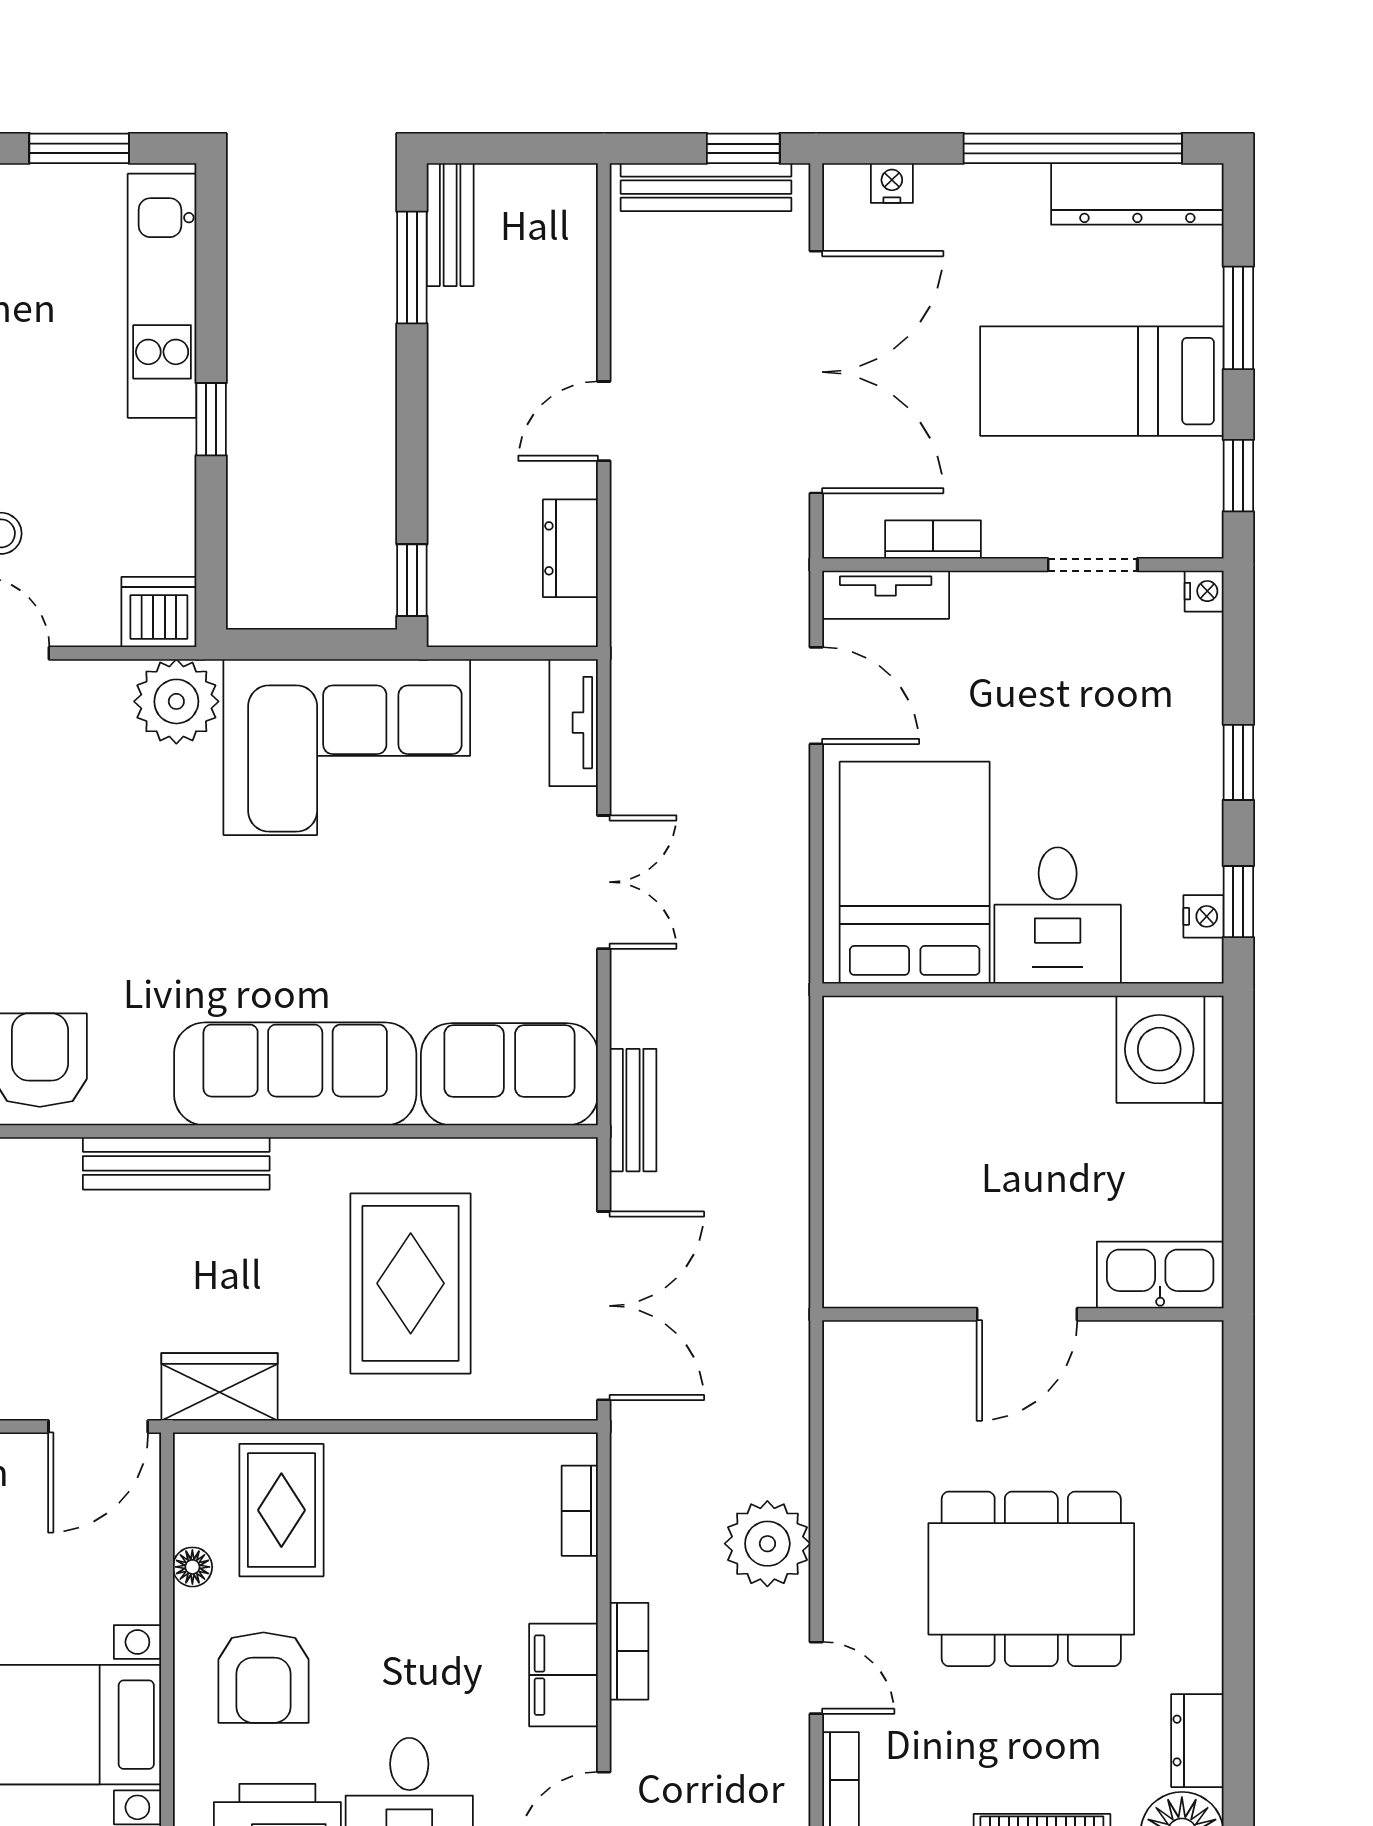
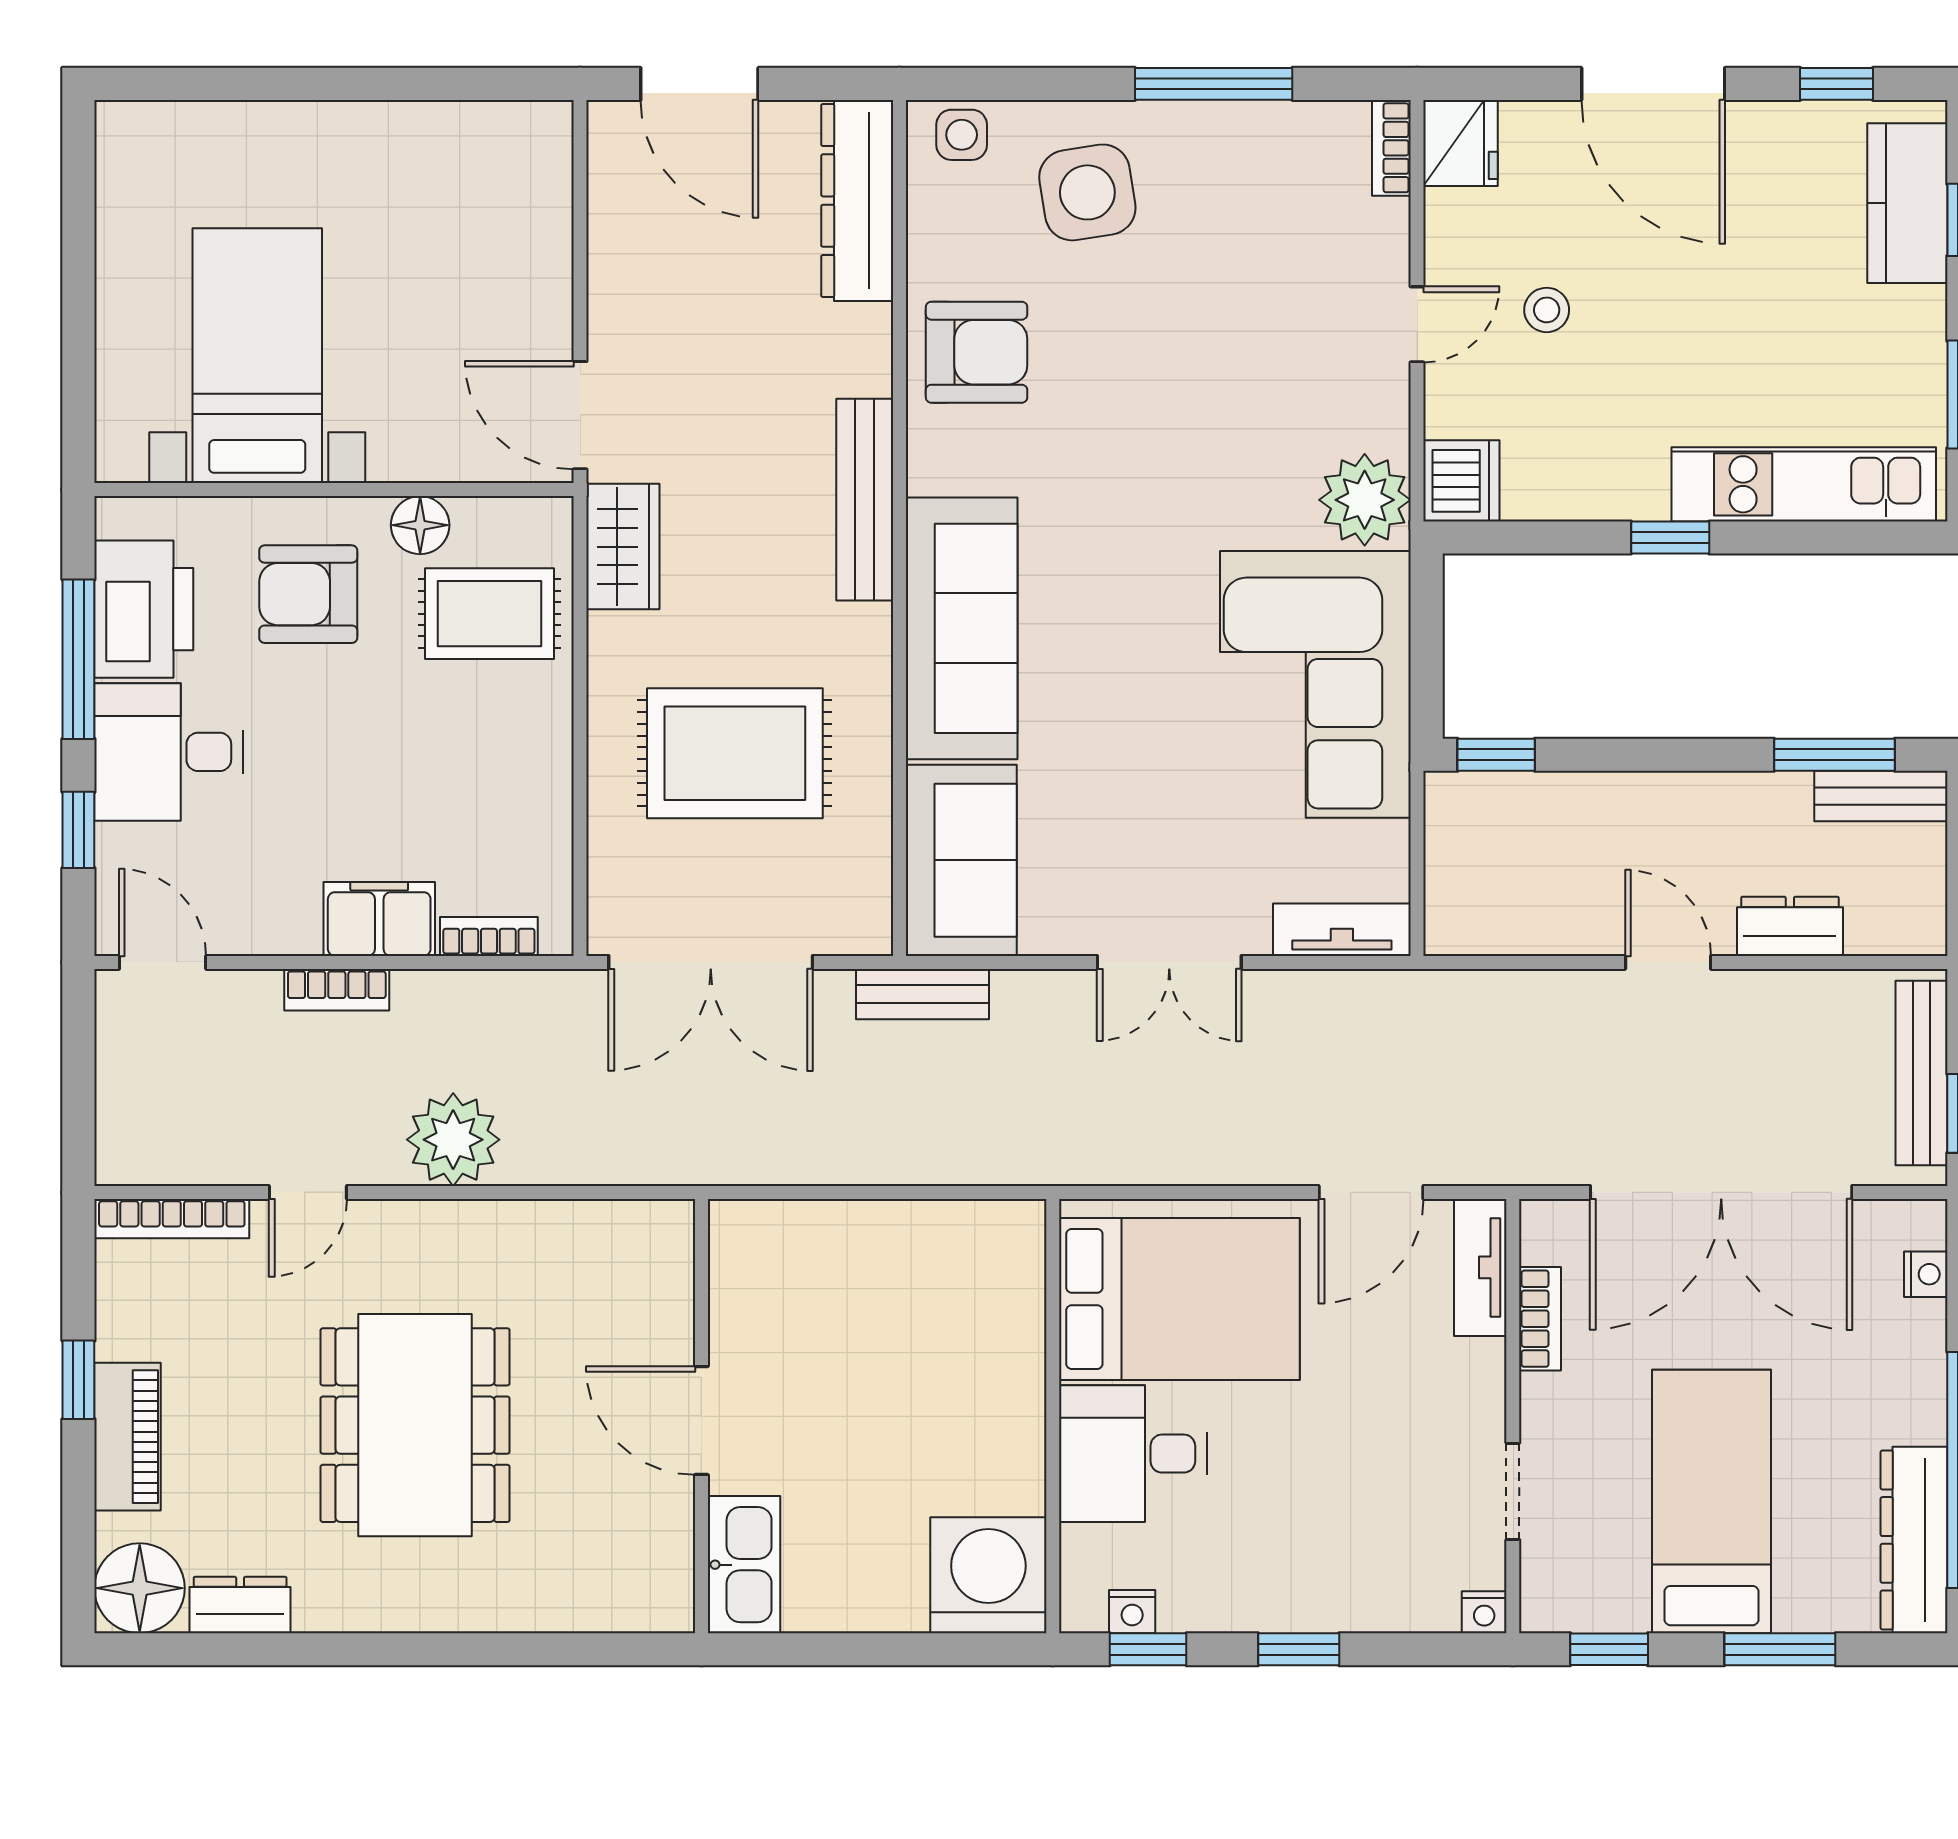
dresser: (570, 548) -> (1790, 926), moved
floor lamp: (192, 1567) -> (420, 525), width x1.37, depth x1.37
filing cabinet: (564, 1675) -> (379, 919), moved

